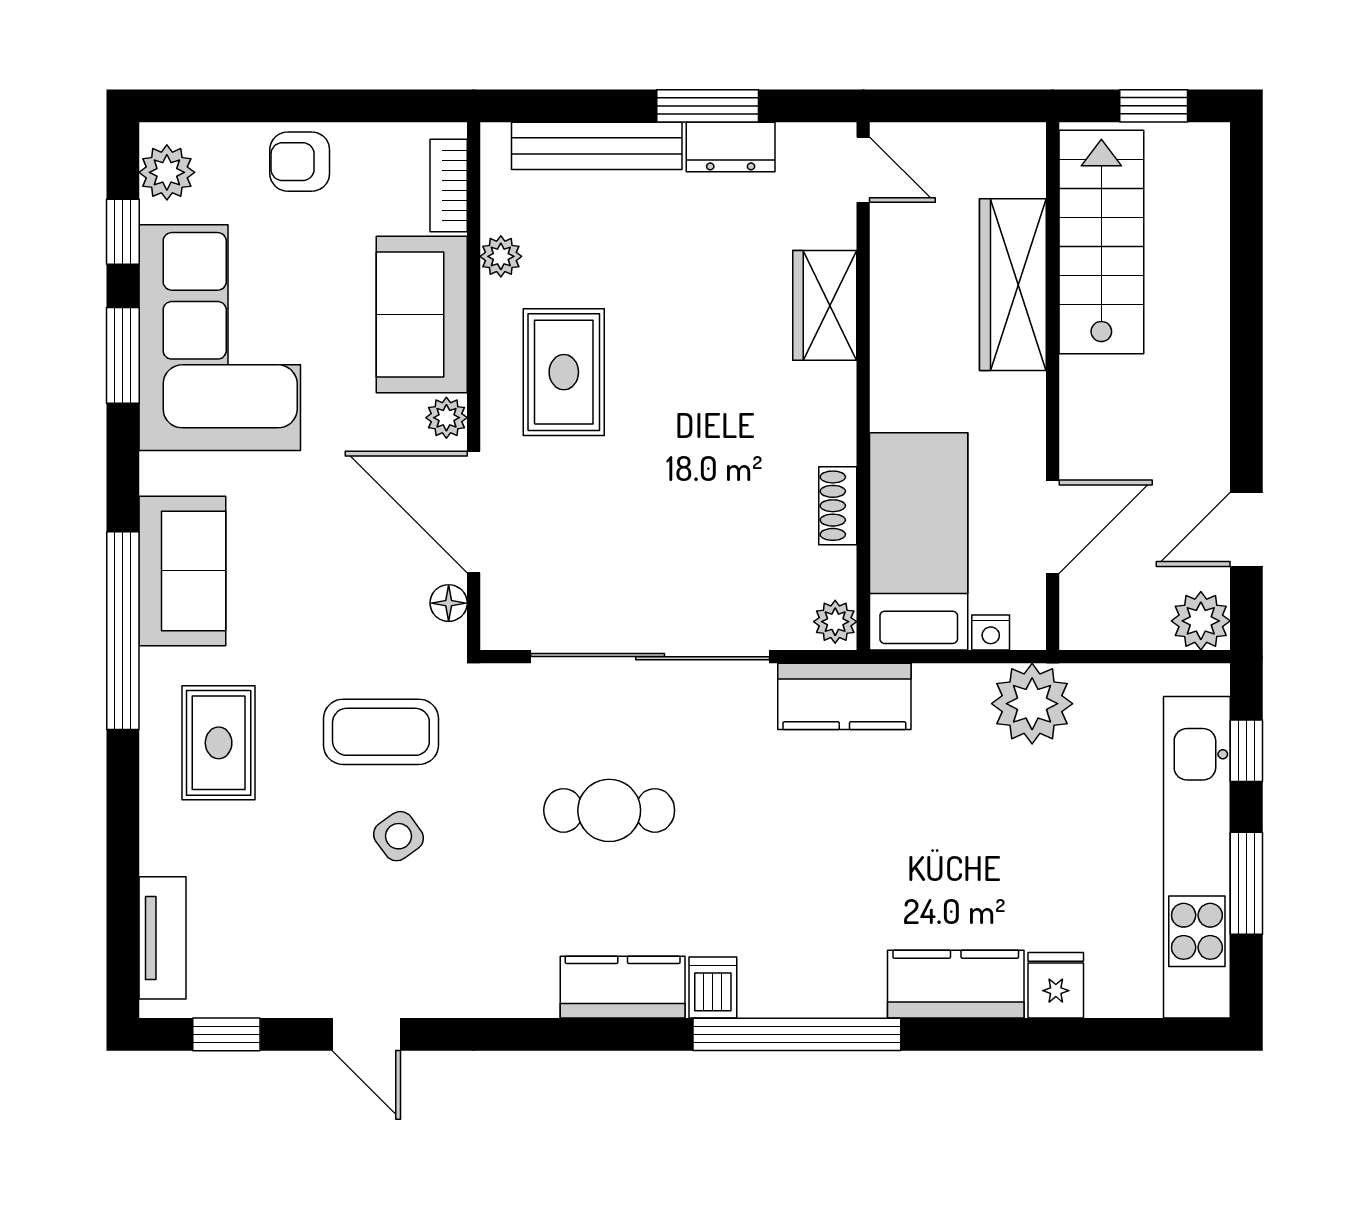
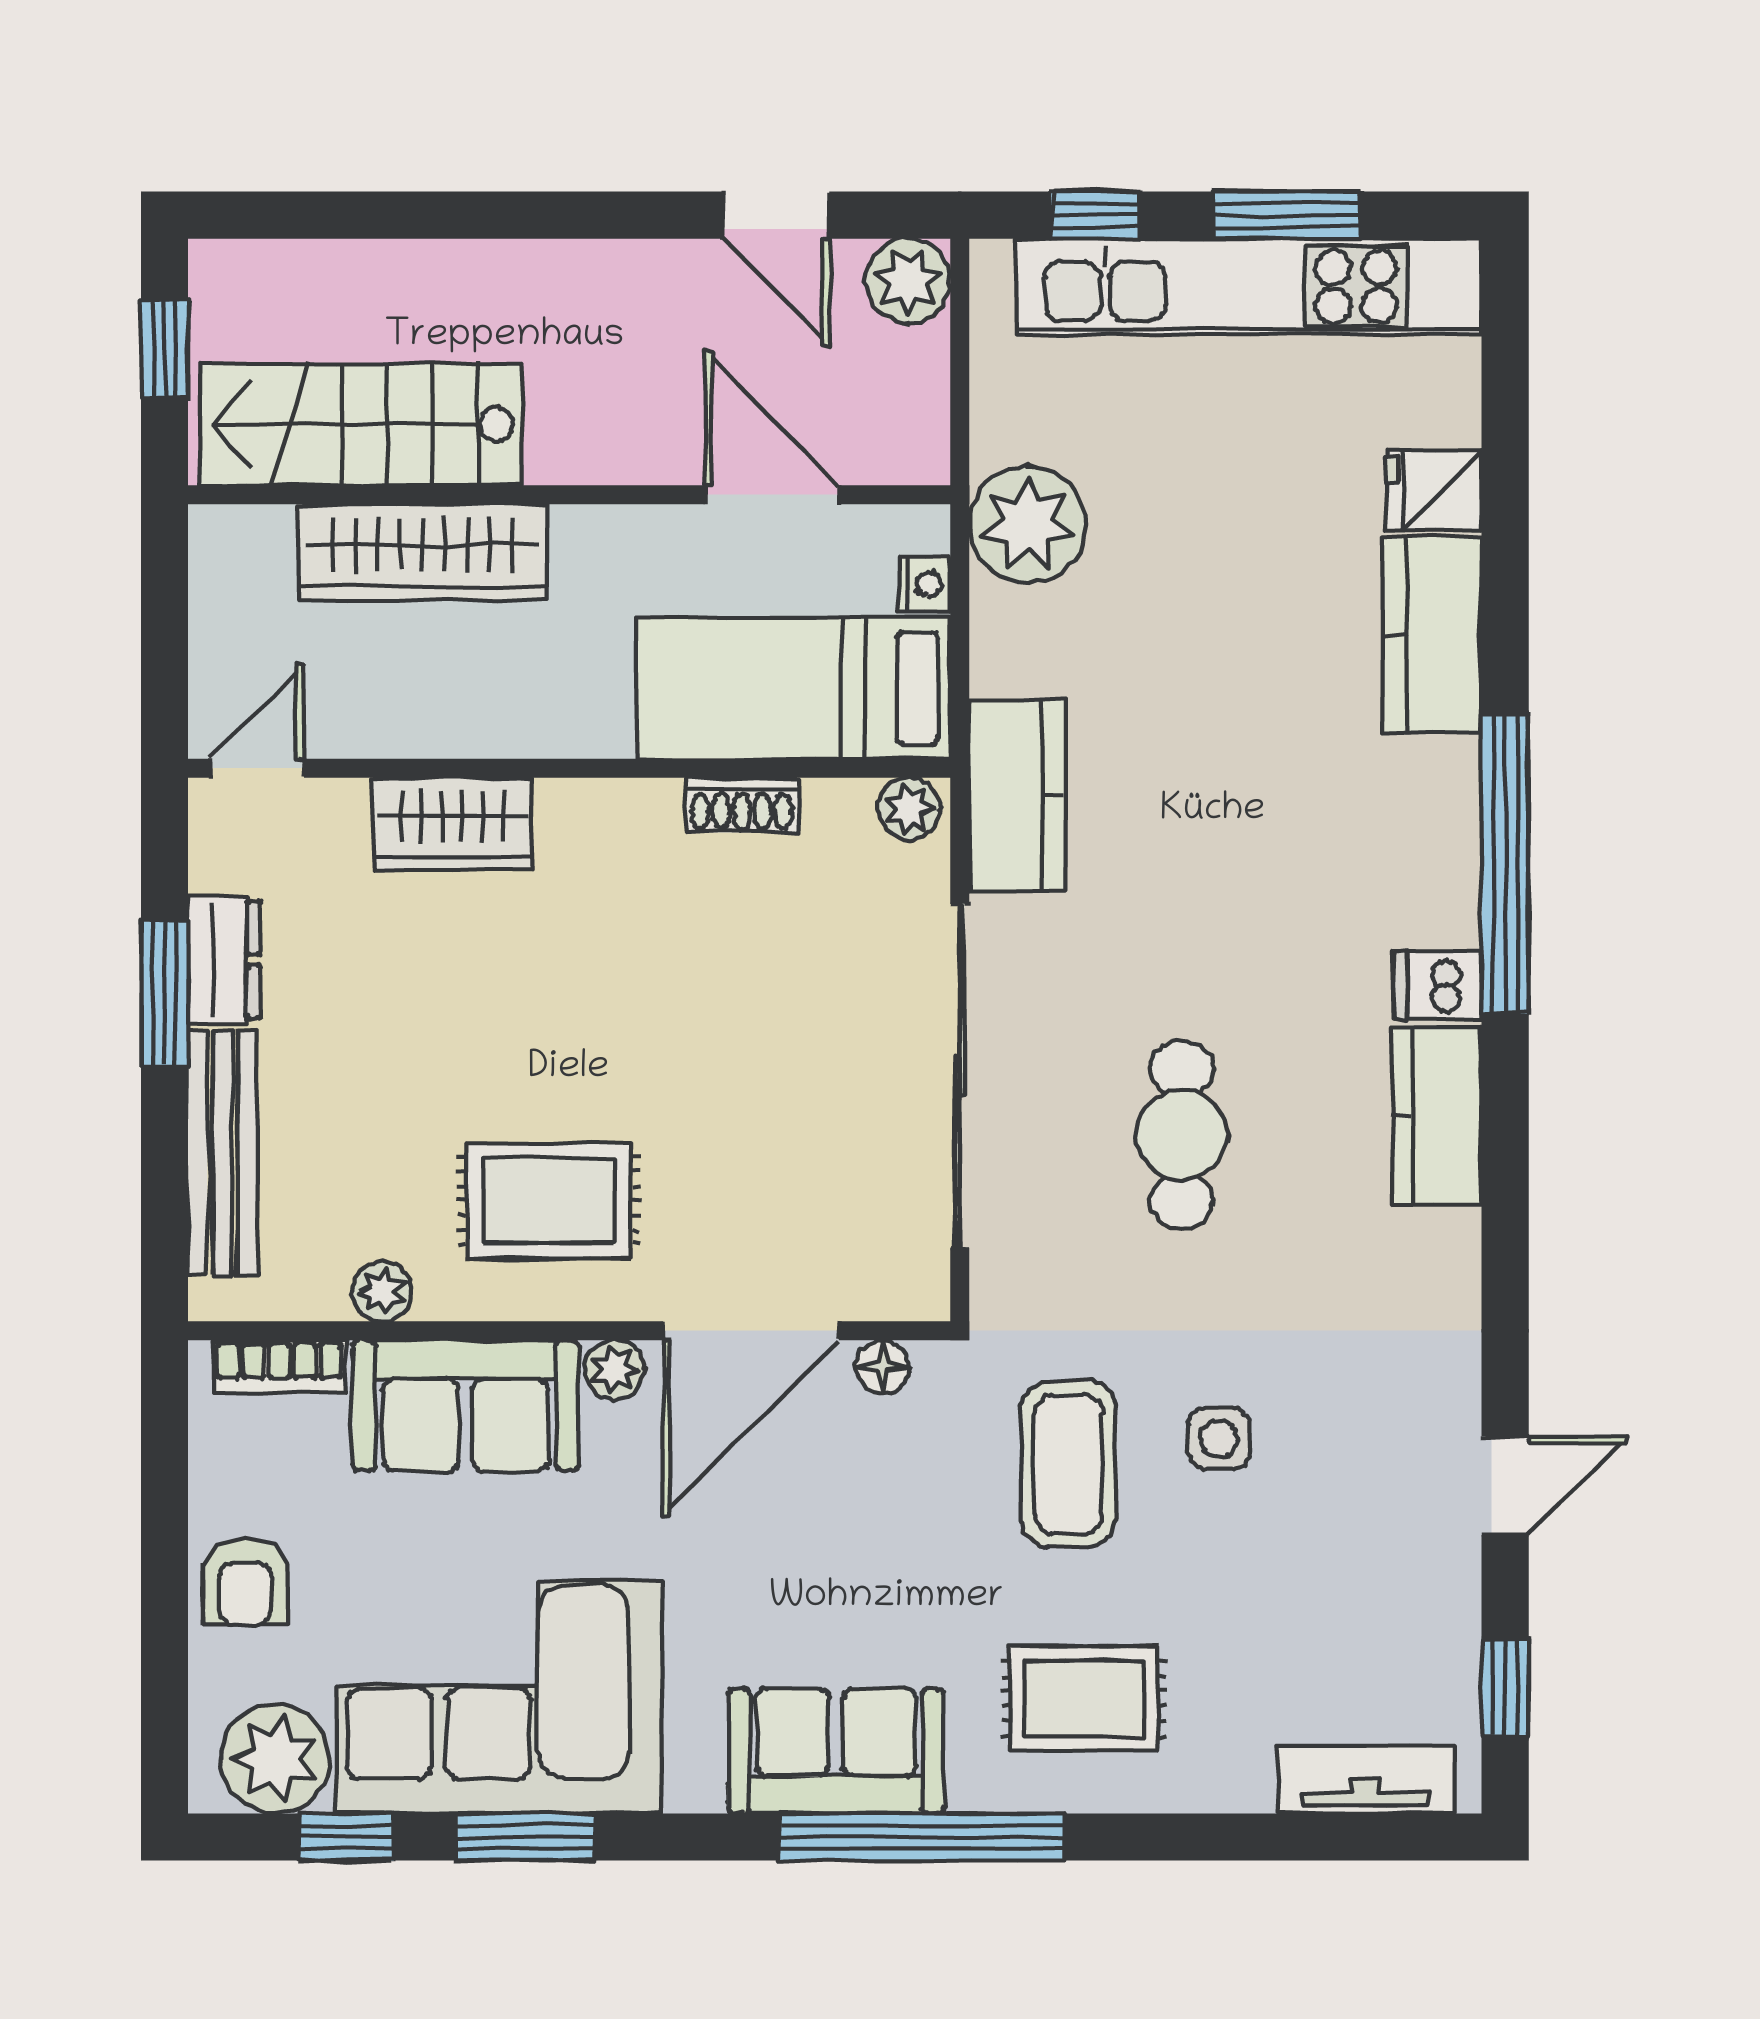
plant: (167, 172) -> (275, 1759), width x1.36, depth x1.36
side table: (399, 836) -> (1219, 1439), turned 36

